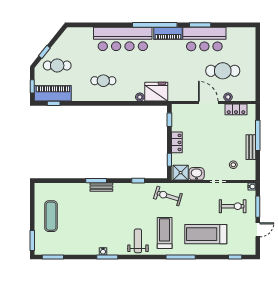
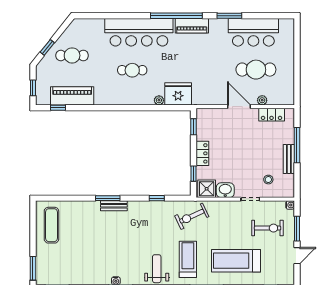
bar counter: (204, 39) -> (253, 32), moved
cafe table: (57, 66) -> (72, 55), moved
cafe table: (103, 81) -> (132, 70), moved
piano: (53, 93) -> (72, 96), moved
exercise bike: (168, 196) -> (192, 216), turned -42
exercise mat: (51, 216) -> (51, 225), moved

